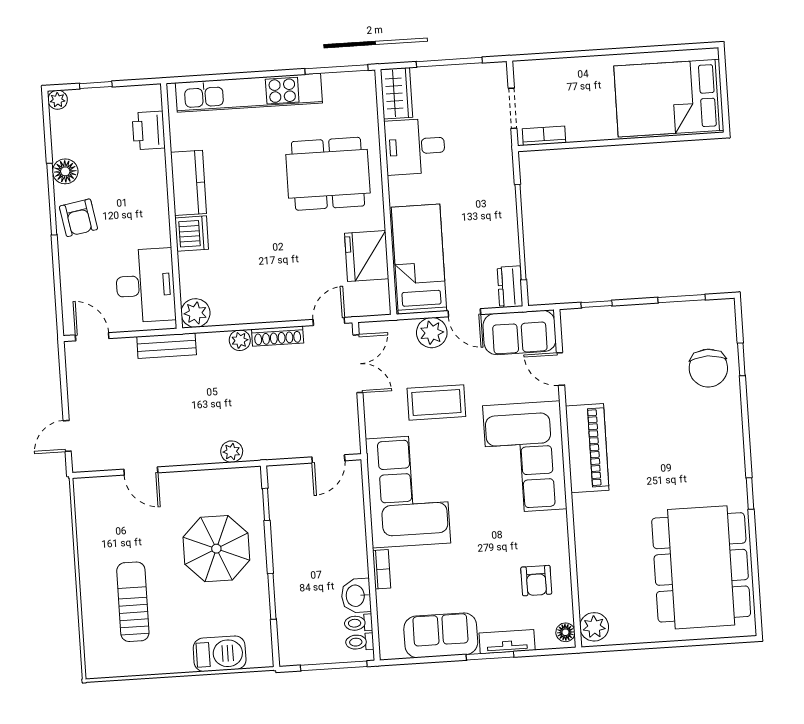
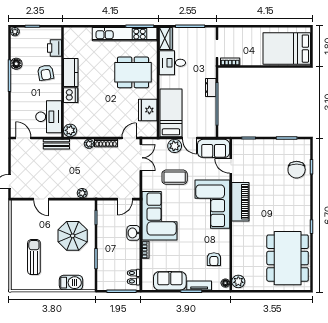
kitchen unit: (249, 93) -> (125, 34), moved
armchair: (78, 218) -> (46, 73), moved
dresser: (510, 287) -> (211, 87), moved
washbasin: (356, 596) -> (133, 233), moved

